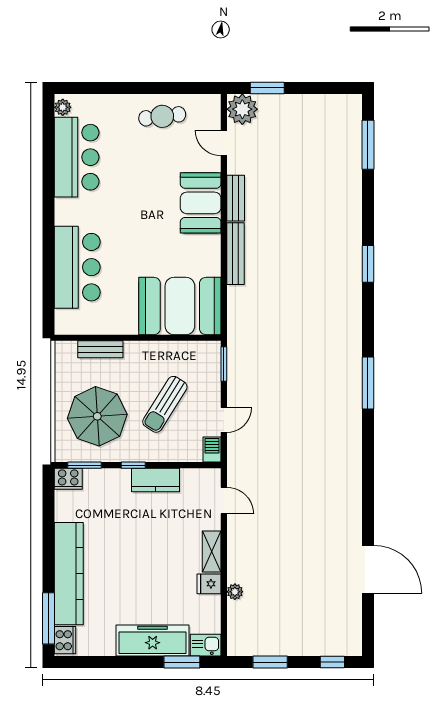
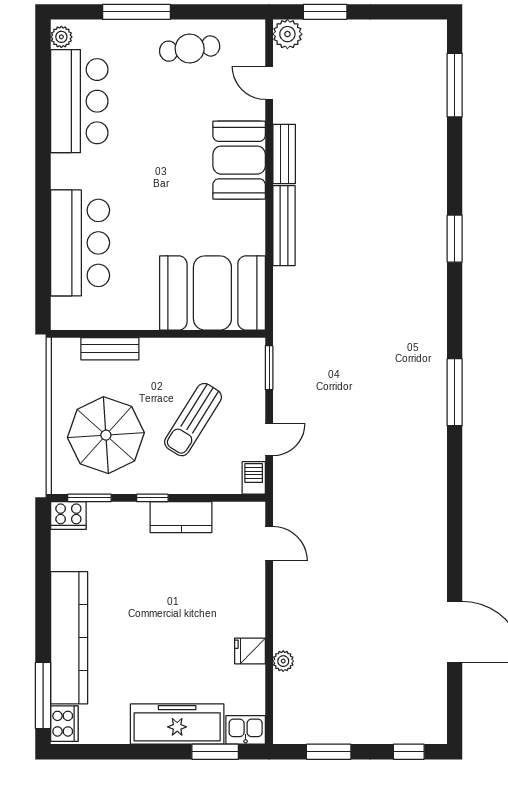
window: (121, 88) -> (136, 12), added
plant: (242, 109) -> (287, 34), width x0.73, depth x0.73
shelving: (212, 552) -> (253, 609), removed

